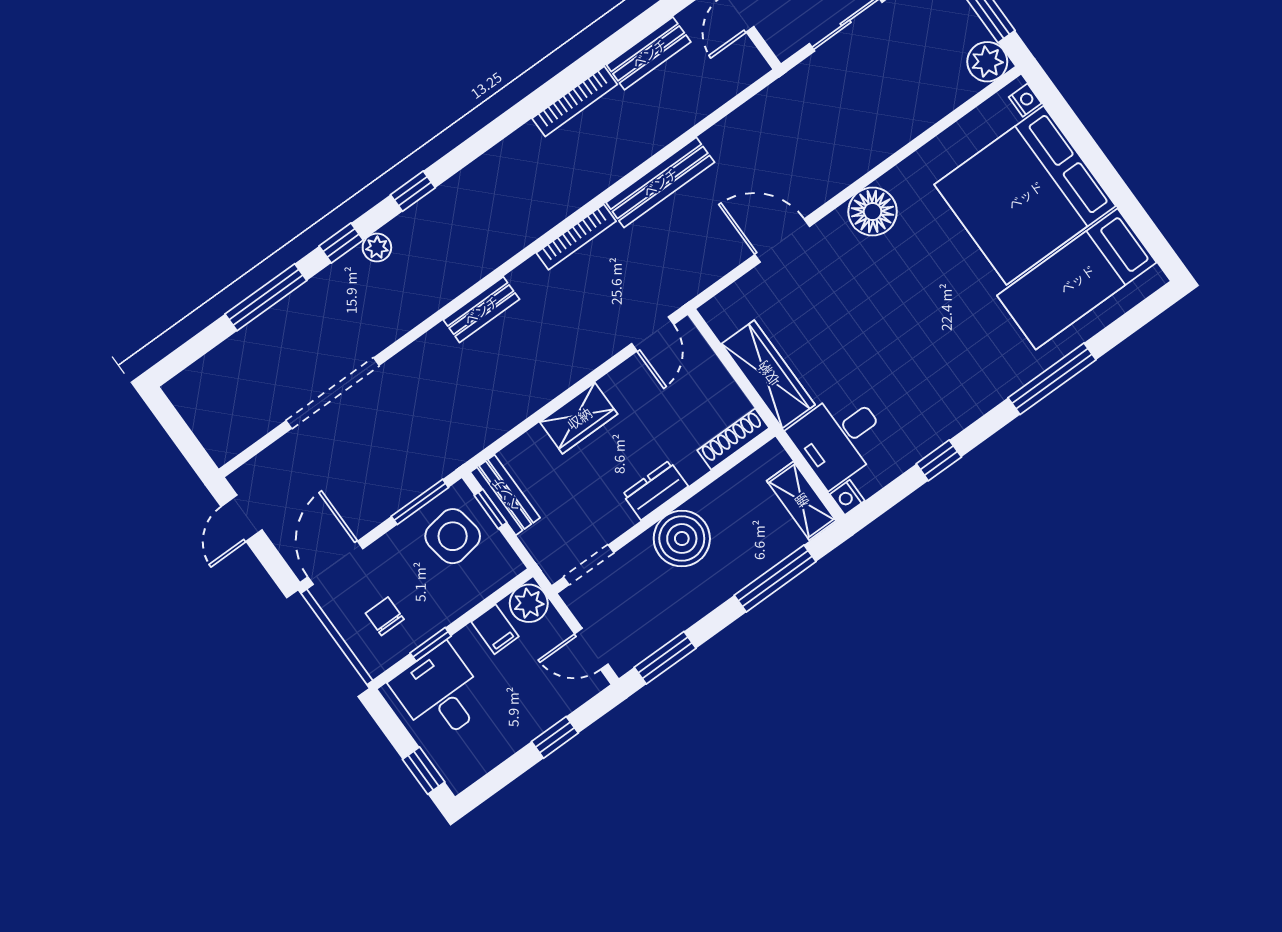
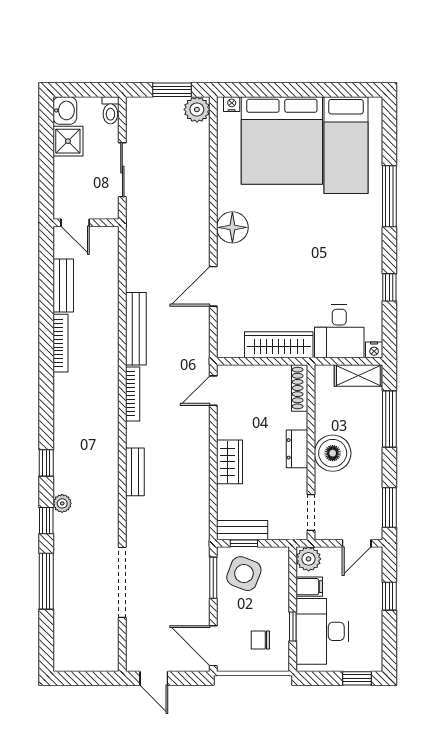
door: (653, 334) -> (213, 391), swing flipped
side table: (453, 536) -> (244, 574), turned 30
desk: (440, 693) -> (322, 631), width x1.37

